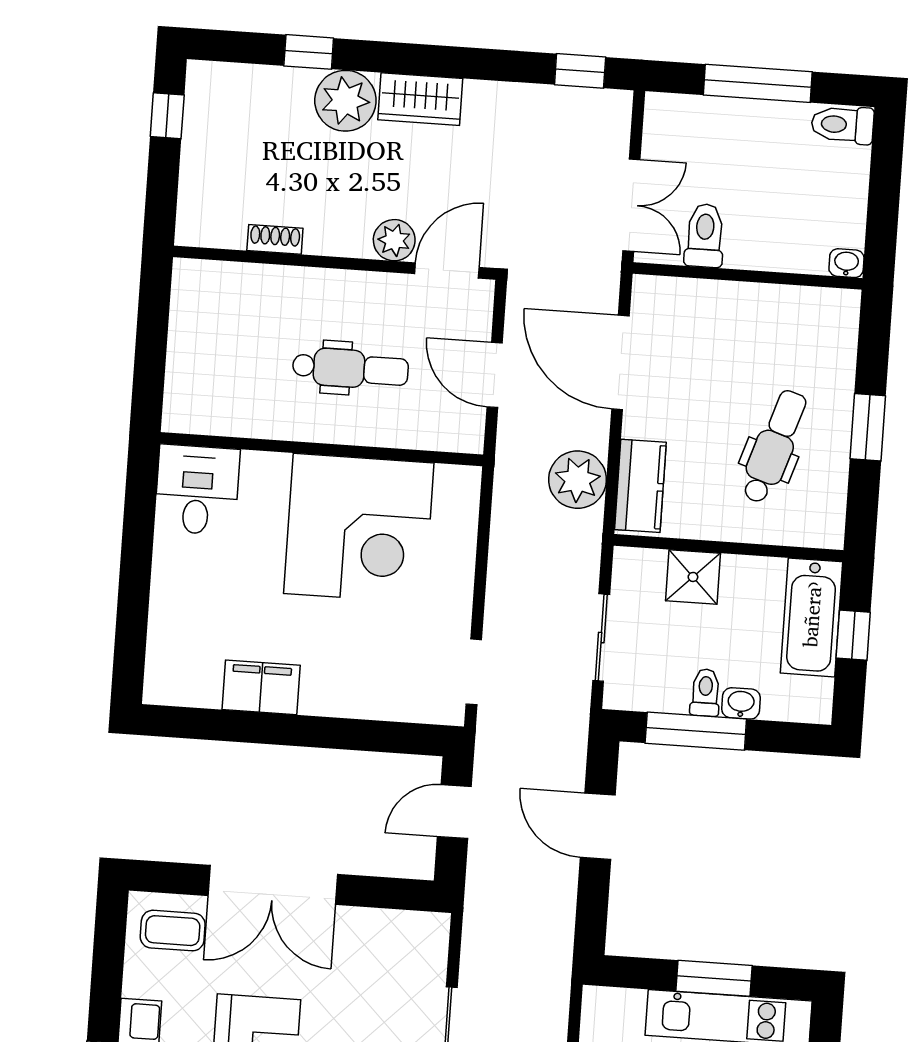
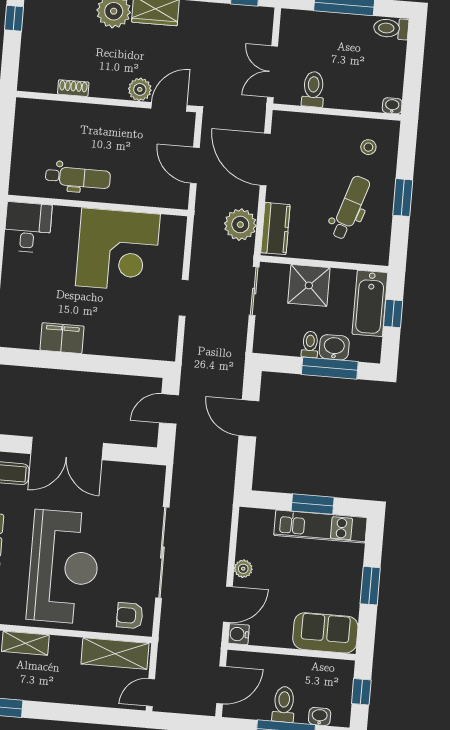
double door: (631, 205) -> (273, 72), swing flipped
stool: (805, 338) -> (368, 147), added
dental chair: (350, 369) -> (78, 177), moved
shower: (693, 577) -> (309, 285), width x1.36, depth x1.36
sliding door: (601, 638) -> (254, 291), moved
doorway: (474, 672) -> (184, 298), moved
washbasin: (741, 703) -> (334, 347), width x1.38, depth x1.45
window: (696, 731) -> (330, 368), moved

